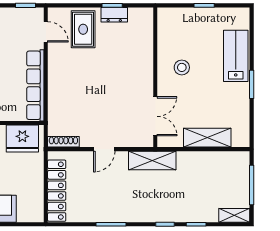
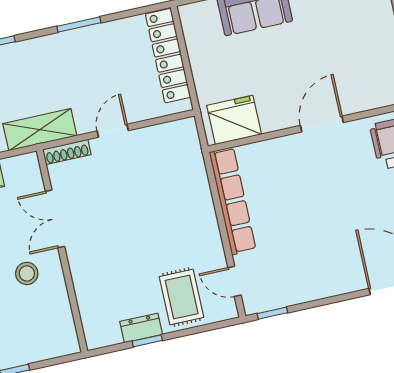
double door: (155, 116) -> (55, 219), moved
shoe rack: (63, 142) -> (67, 152), moved

